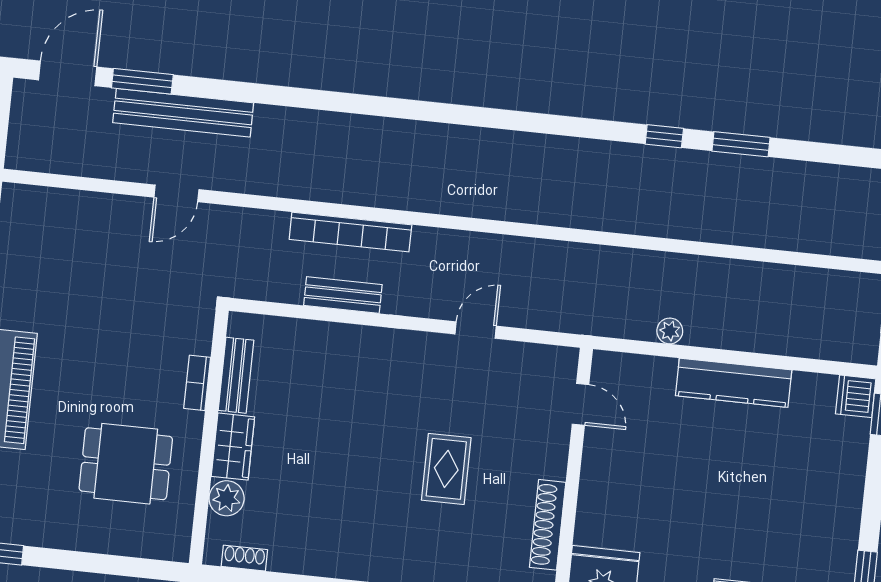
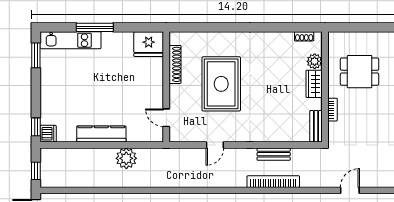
plant: (670, 331) -> (126, 158), width x1.88, depth x1.88
bench: (236, 375) -> (316, 126), moved
rug: (446, 469) -> (221, 84), width x1.86, depth x2.06

